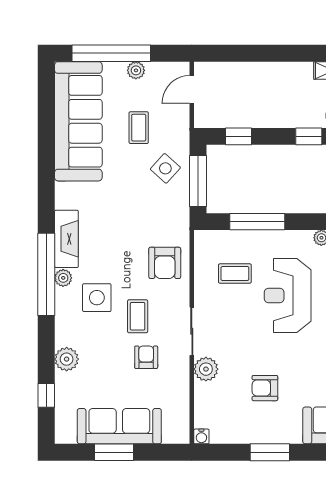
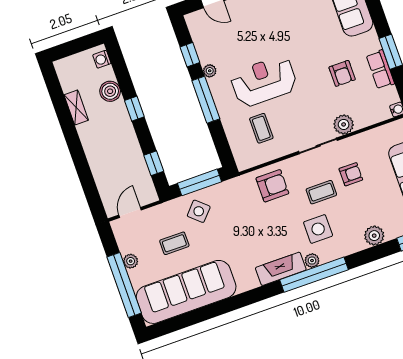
door: (192, 89) -> (130, 212), swing flipped
window: (257, 222) -> (206, 100), moved
reception desk: (288, 295) -> (264, 81), turned 180
armchair: (146, 357) -> (351, 174), turned 180
row of seats: (254, 433) -> (380, 69), added

